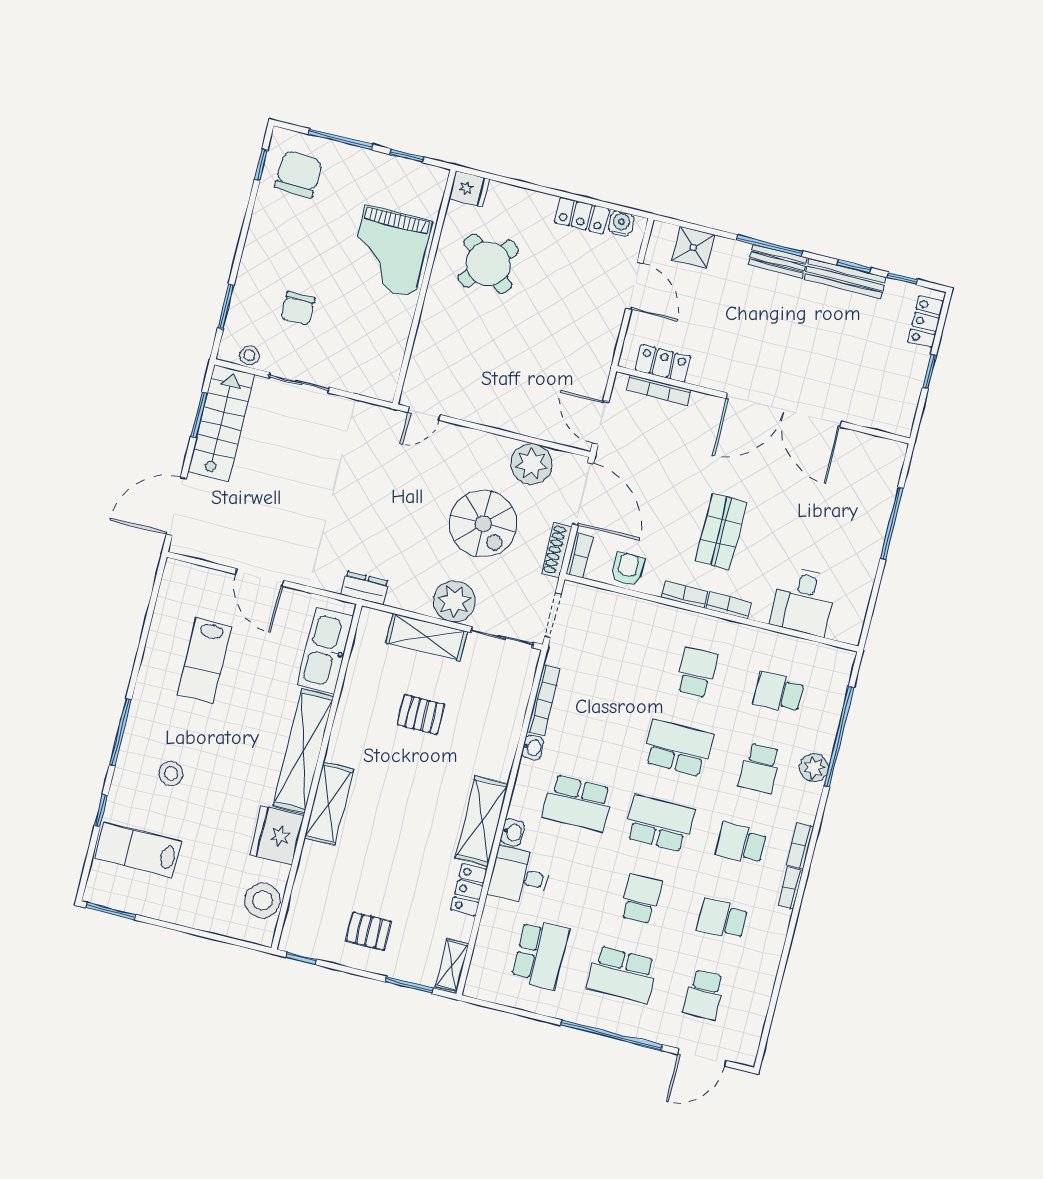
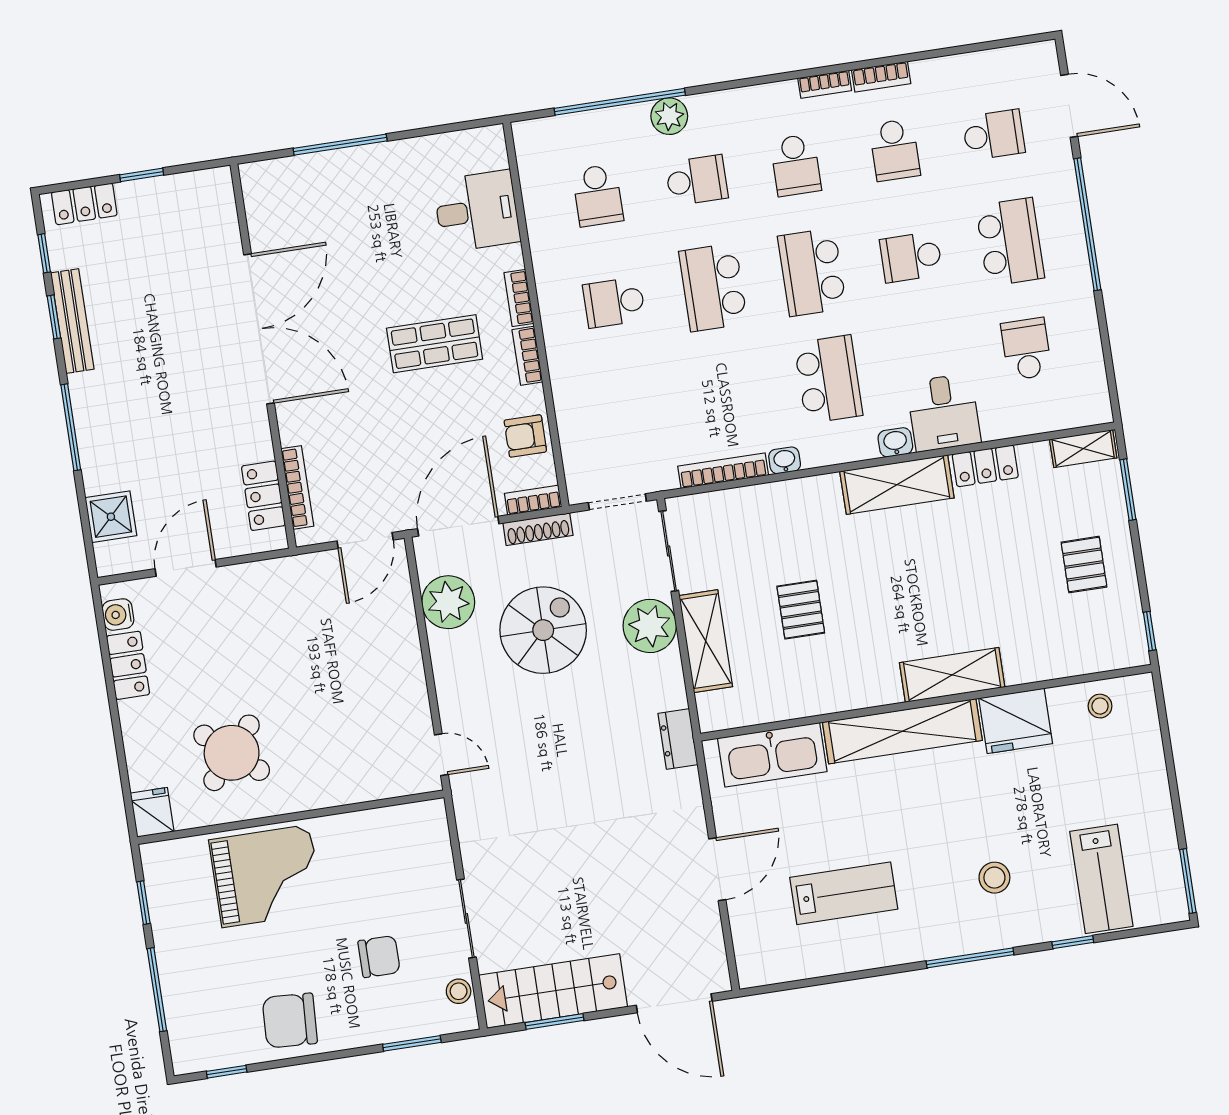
chair: (298, 174) -> (290, 1021), moved
bench: (778, 261) -> (85, 410), removed
bookcase: (800, 845) -> (881, 77), moved
stool: (262, 900) -> (1100, 706), width x0.53, depth x0.53
school desk: (540, 954) -> (1026, 349), width x0.54

